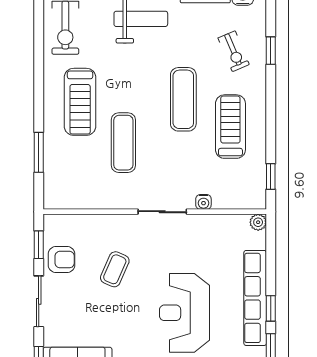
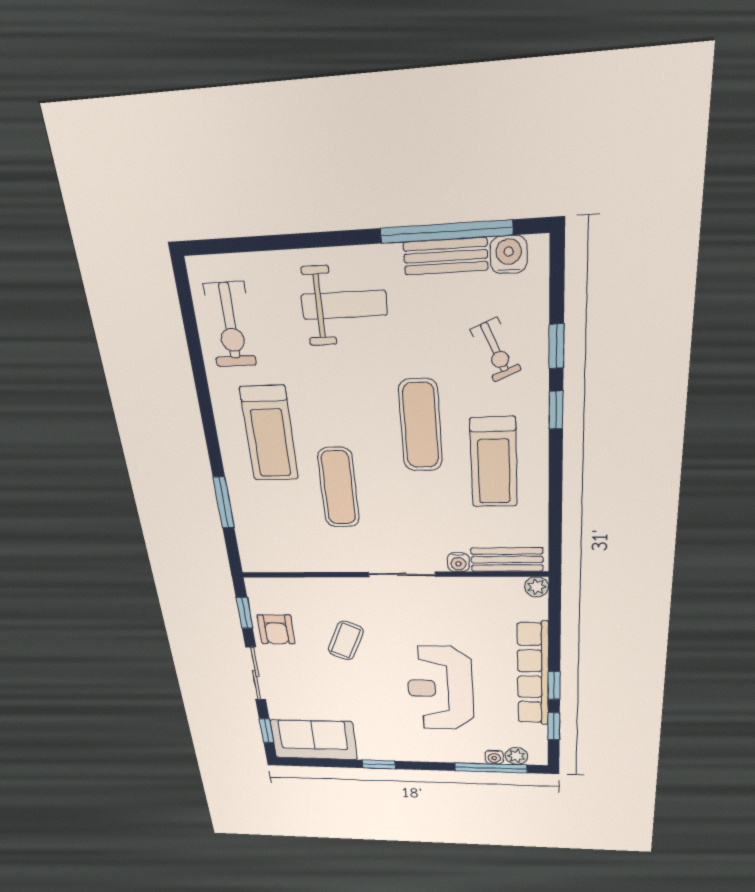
treadmill: (230, 127) -> (494, 462), turned 180
window: (271, 176) -> (556, 410), moved
bench: (238, 200) -> (507, 560), added
armchair: (62, 260) -> (276, 629), turned 90

